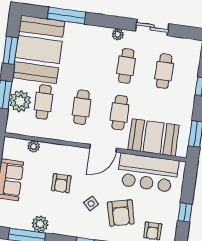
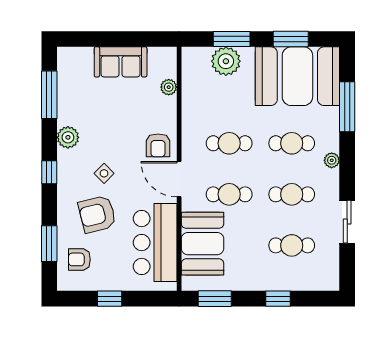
plant: (118, 34) -> (332, 160), moved
cafe table: (44, 102) -> (292, 143), moved
armchair: (61, 183) -> (158, 145), moved, turned -90
plant: (40, 224) -> (68, 137), moved

